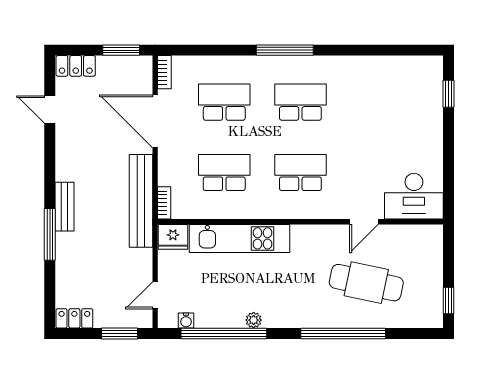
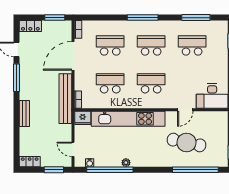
window: (384, 50) -> (196, 18), added
school desk: (377, 102) -> (192, 46), added
door: (155, 121) -> (73, 56), hinge flipped
bench: (64, 207) -> (24, 114), moved
window: (50, 234) -> (16, 78), moved
kitchen unit: (239, 238) -> (128, 119), width x1.36
door: (155, 295) -> (73, 149), hinge flipped
window: (343, 333) -> (195, 170), moved

